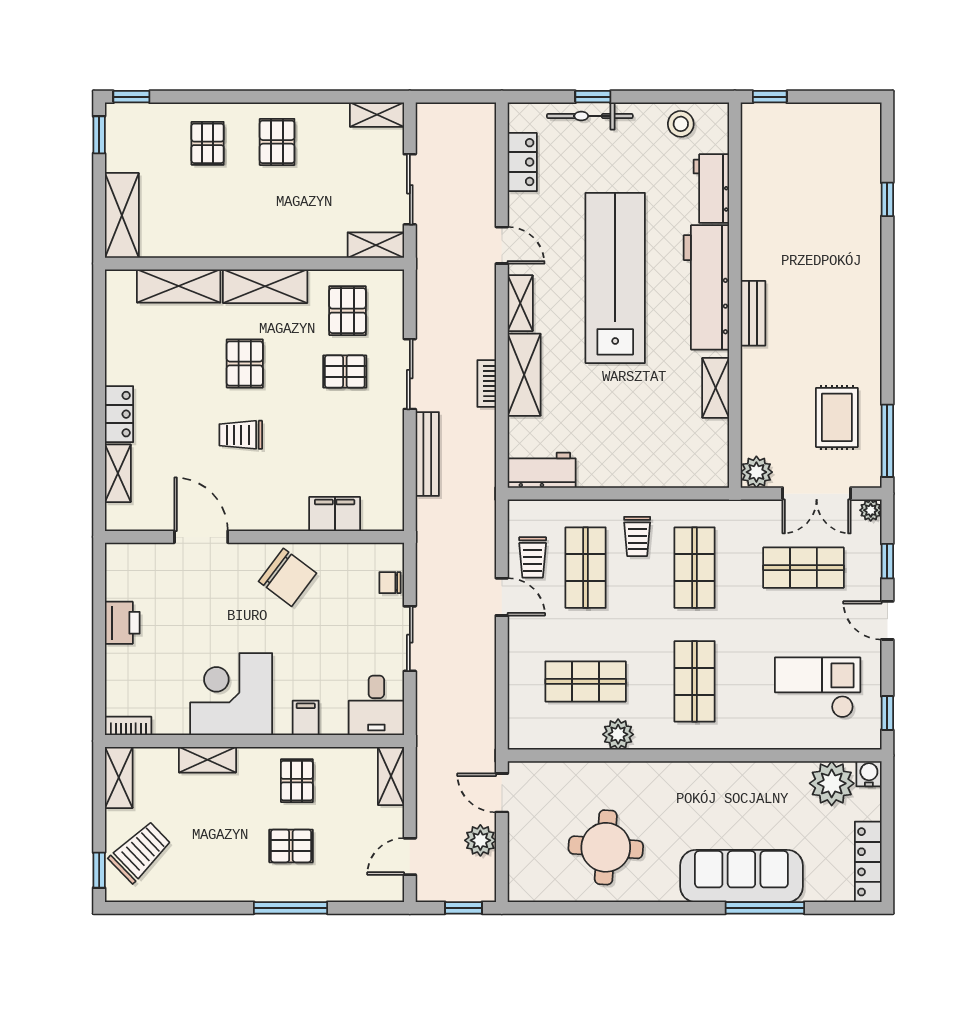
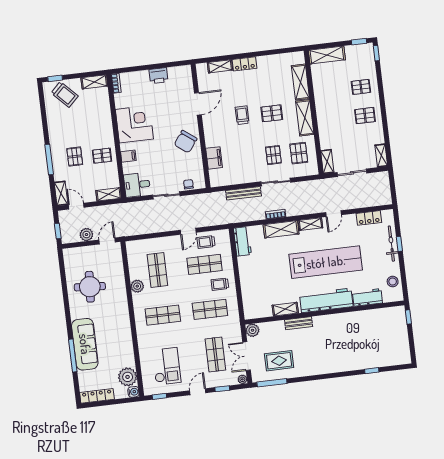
pallet: (348, 311) -> (299, 153), turned 90
bench: (753, 313) -> (299, 323), moved
shelving: (207, 760) -> (61, 193), moved

